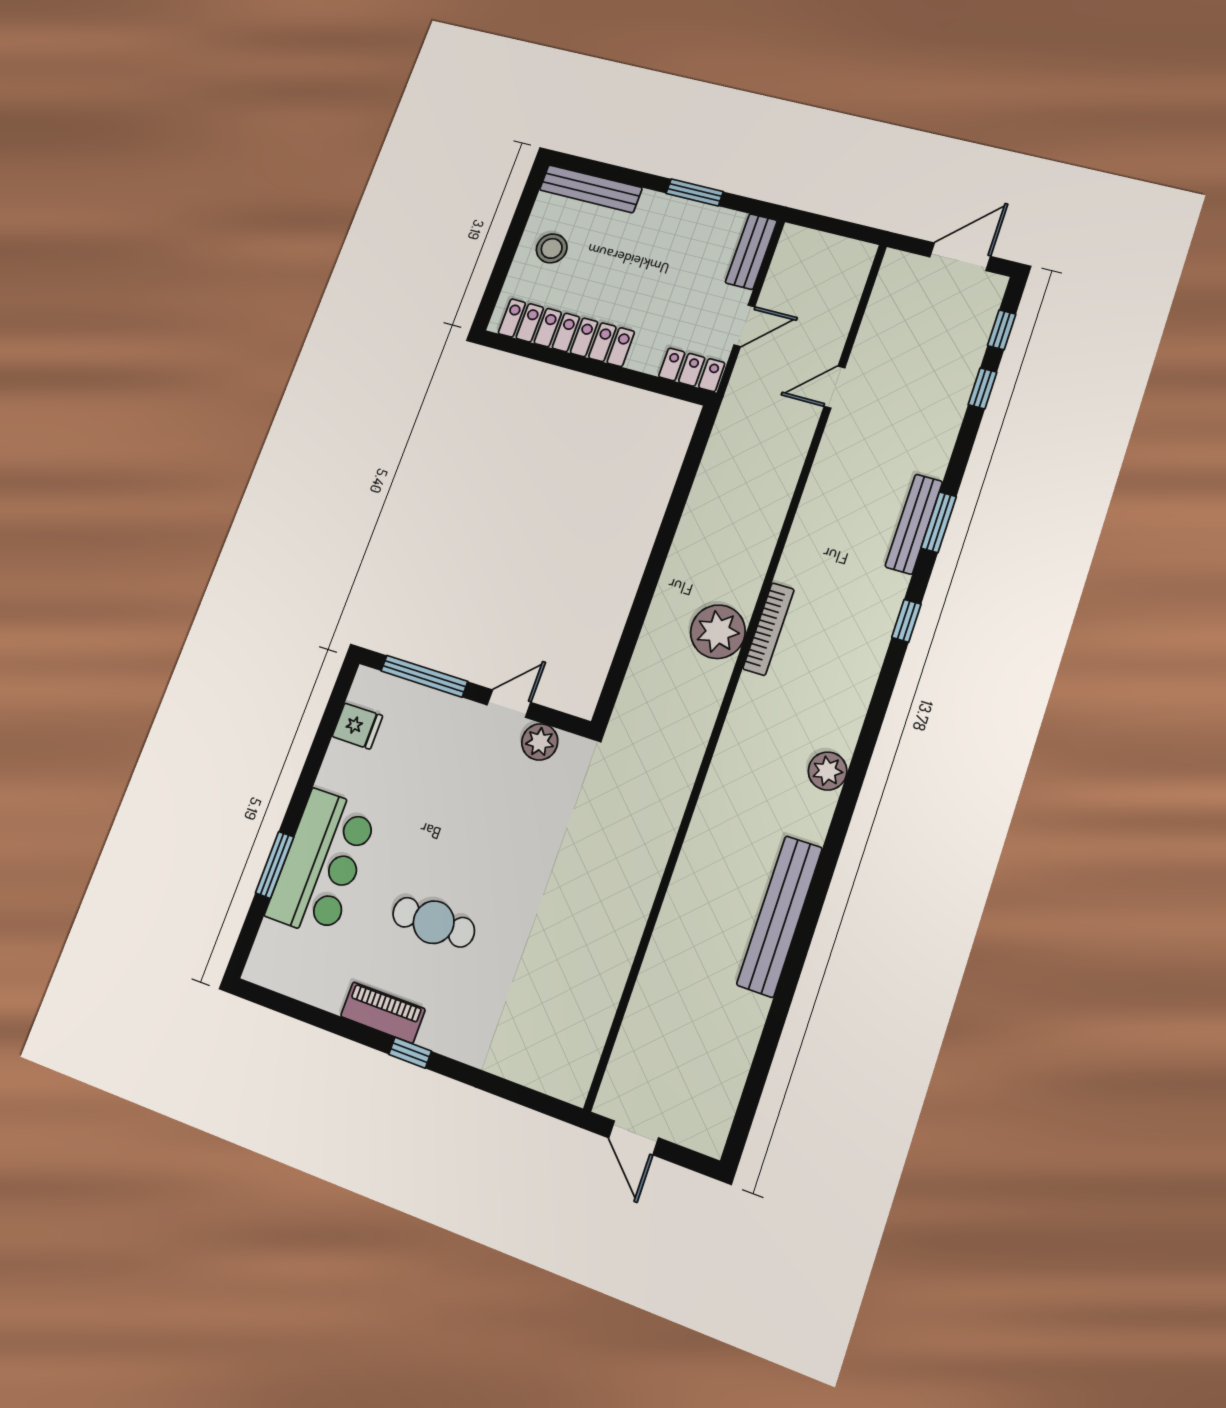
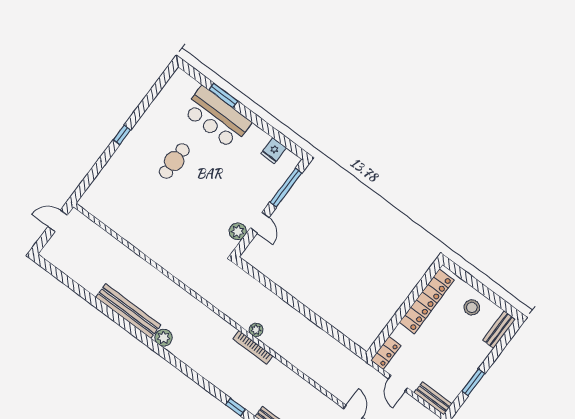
bench: (591, 189) -> (499, 330), width x0.73
plant: (718, 632) -> (256, 330), width x0.53, depth x0.53
plant: (828, 771) -> (164, 338), moved
piano: (383, 1013) -> (143, 127), removed

